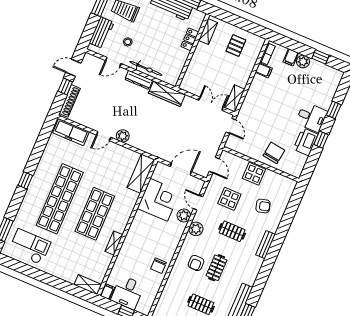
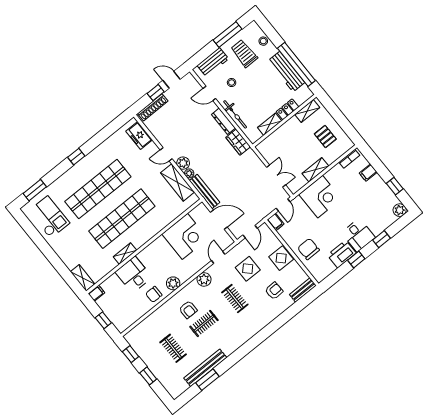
pallet: (236, 46) -> (325, 136), turned 90
shelving: (181, 61) -> (270, 124), added
plant: (303, 62) -> (400, 210), moved
filing cabinet: (264, 70) -> (276, 222), moved
wardrobe: (167, 94) -> (238, 142), width x0.67
shelving: (235, 98) -> (315, 170), moved
corner desk: (260, 101) -> (320, 197), added
freezer: (71, 132) -> (139, 136), width x0.71
plant: (133, 142) -> (189, 173), added
bench: (155, 151) -> (205, 191), added
chair: (274, 153) -> (308, 249), turned -99
shelving: (141, 174) -> (178, 182), moved, turned 90
armchair: (263, 206) -> (274, 291), turned -77
shop shelf: (95, 214) -> (122, 219), width x1.40
plant: (184, 215) -> (173, 283), moved
bench: (266, 245) -> (303, 290), moved
armchair: (196, 263) -> (188, 310), turned -90
desk: (128, 292) -> (134, 275), moved, turned 90

